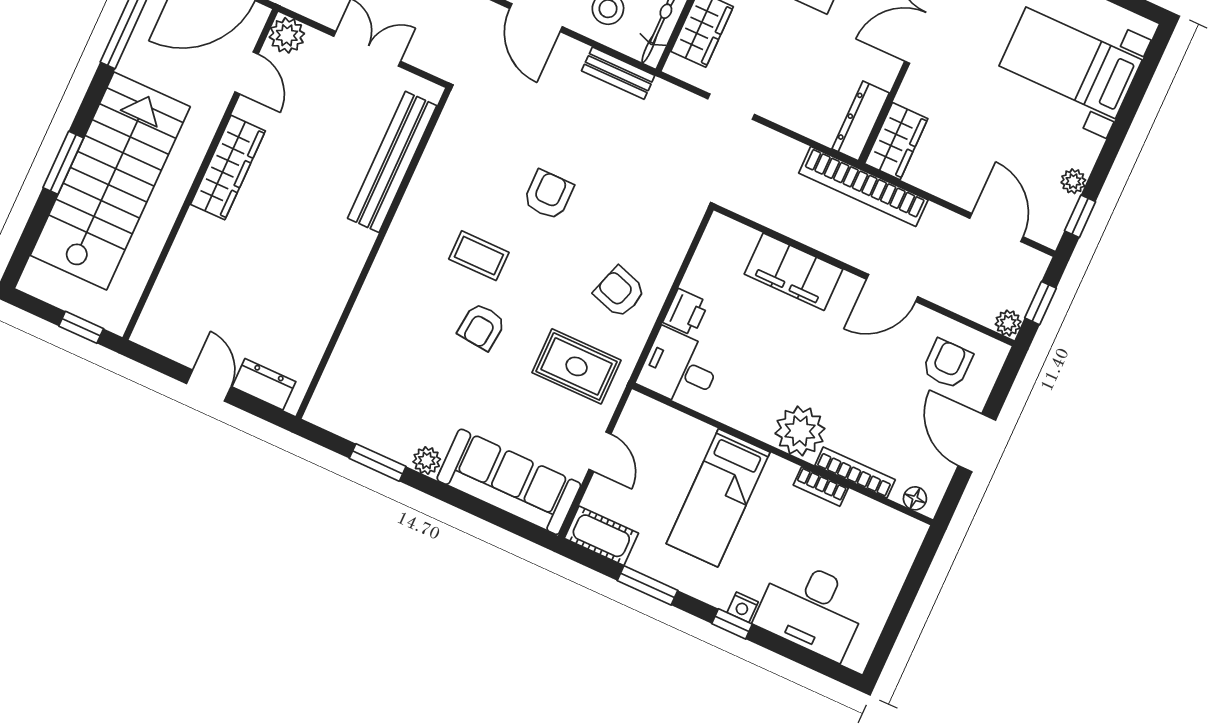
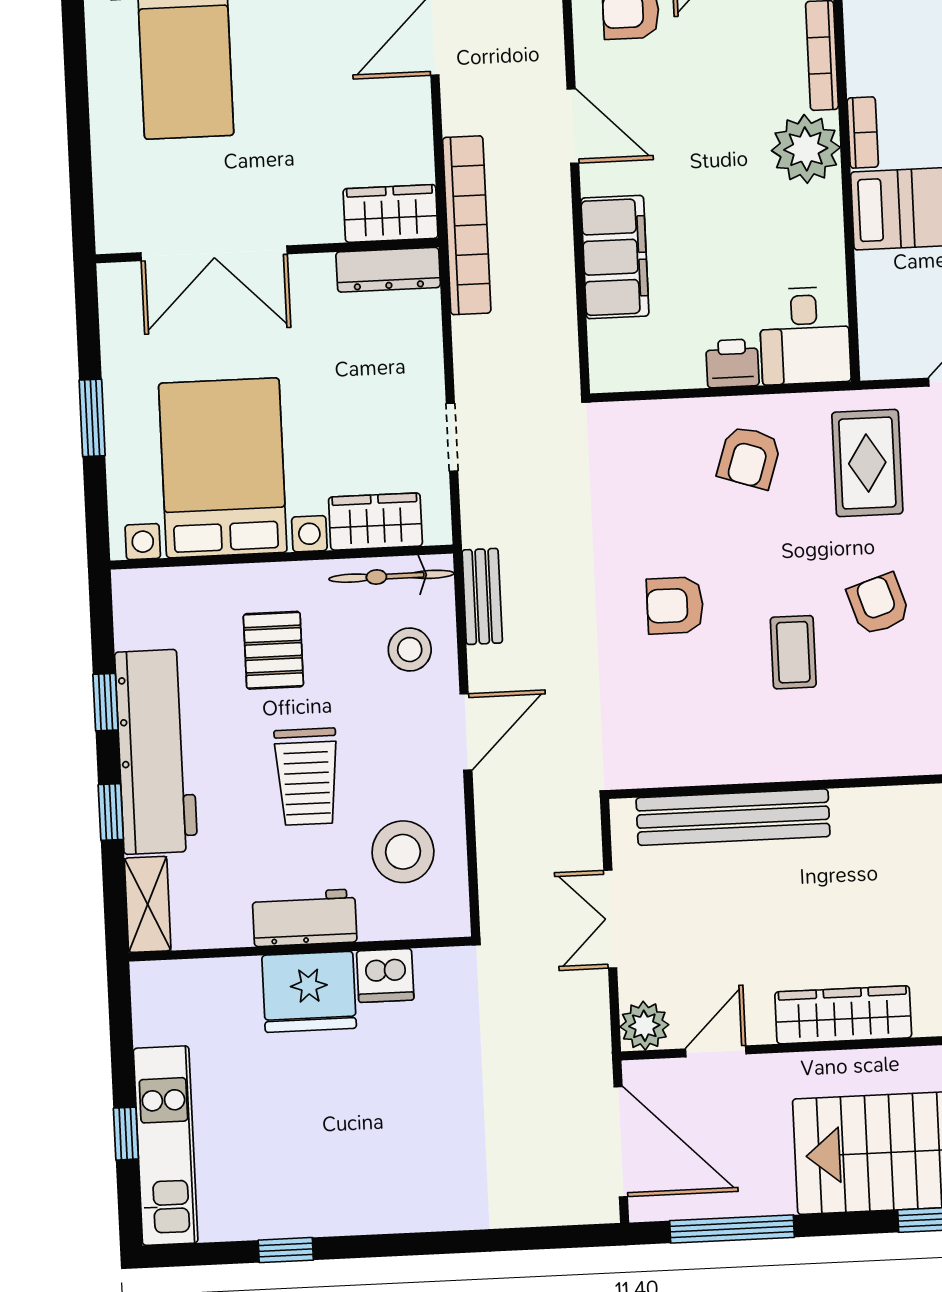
armchair: (482, 327) -> (878, 604), turned -114
bookcase: (821, 486) -> (863, 133), moved

